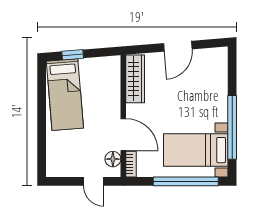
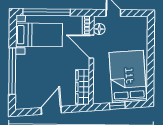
window: (73, 55) -> (117, 106), moved
bed: (65, 95) -> (128, 76), width x1.50
window: (232, 127) -> (12, 71), moved

